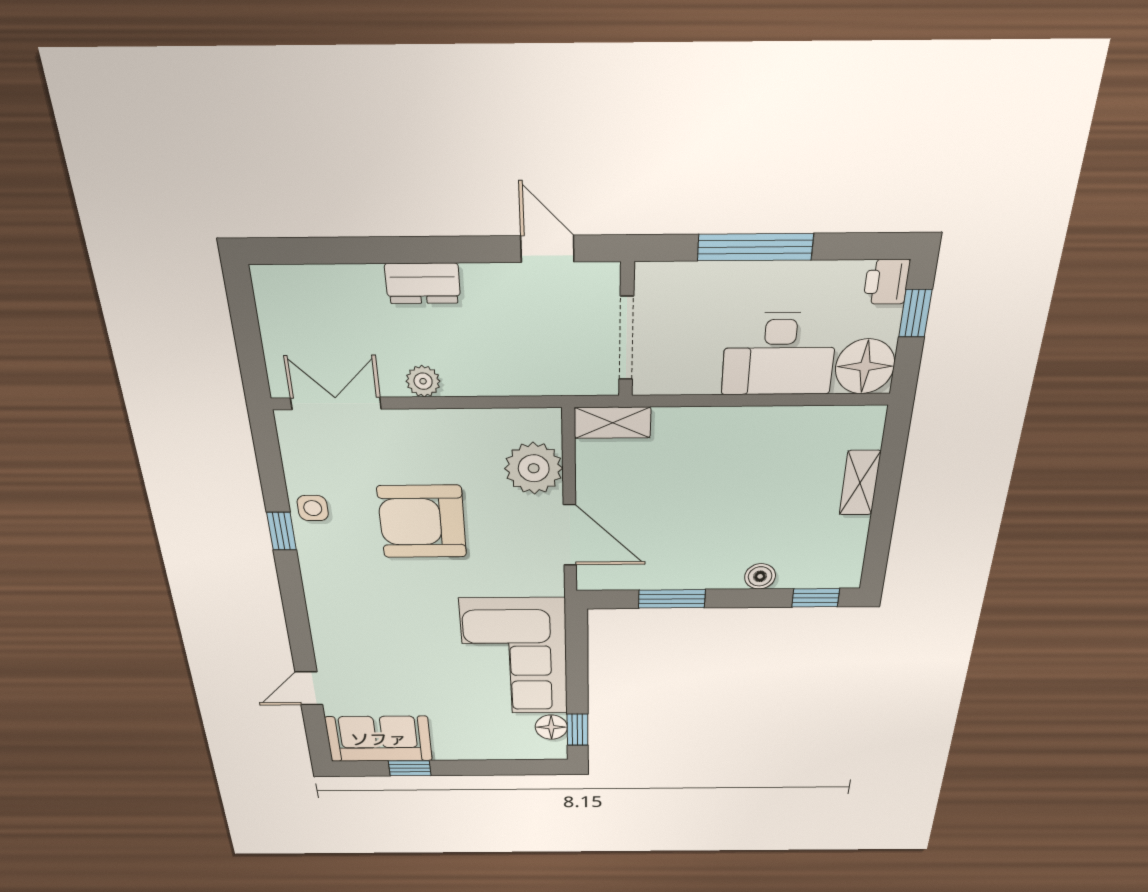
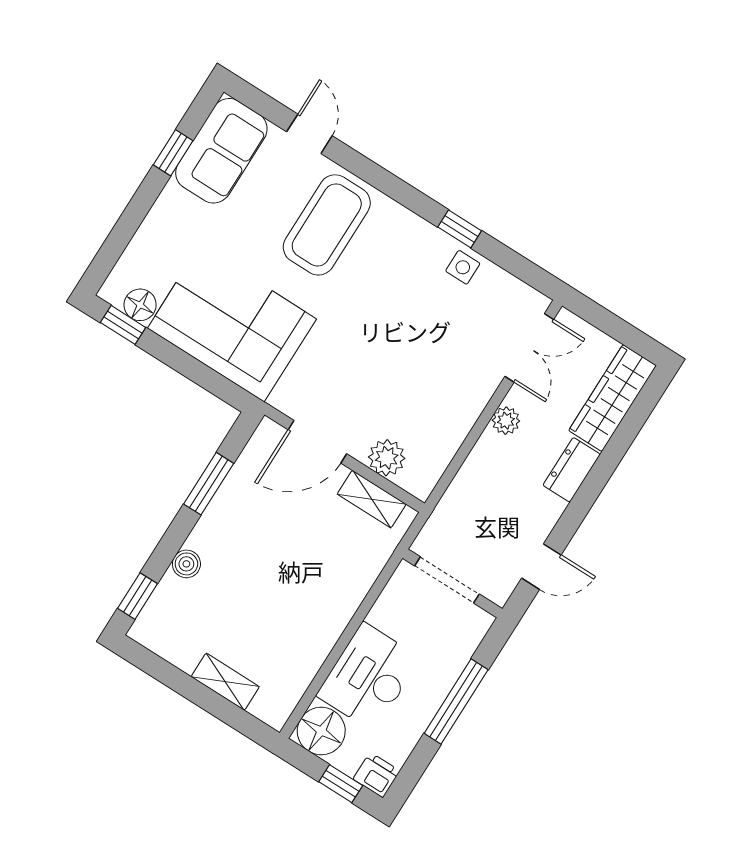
wardrobe: (318, 289) -> (612, 398), added
shelving: (612, 423) -> (372, 499), moved, turned 90
plant: (534, 468) -> (387, 458), width x0.73, depth x0.73
armchair: (422, 522) -> (400, 340), removed
coffee table: (372, 635) -> (327, 225), added

